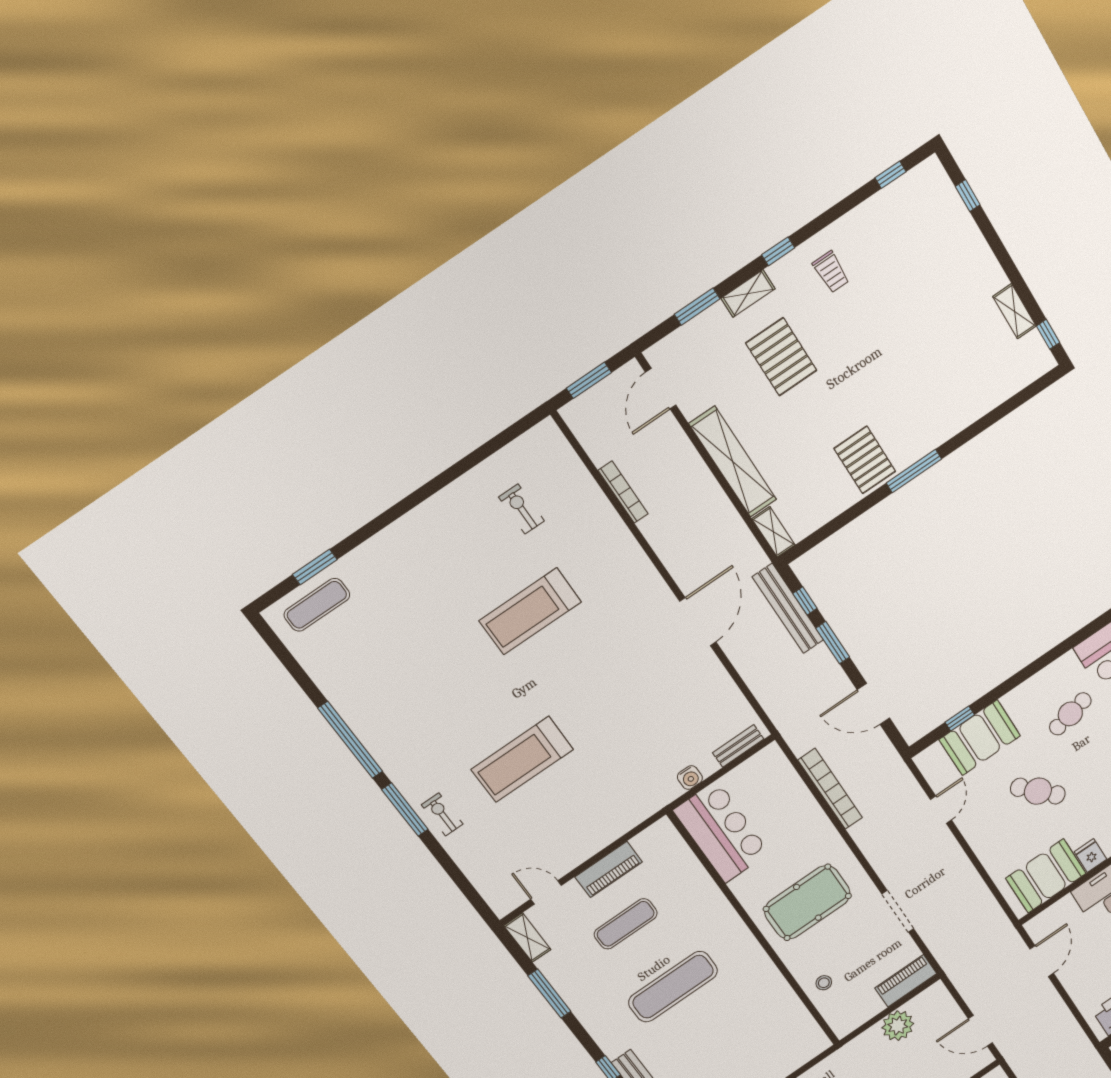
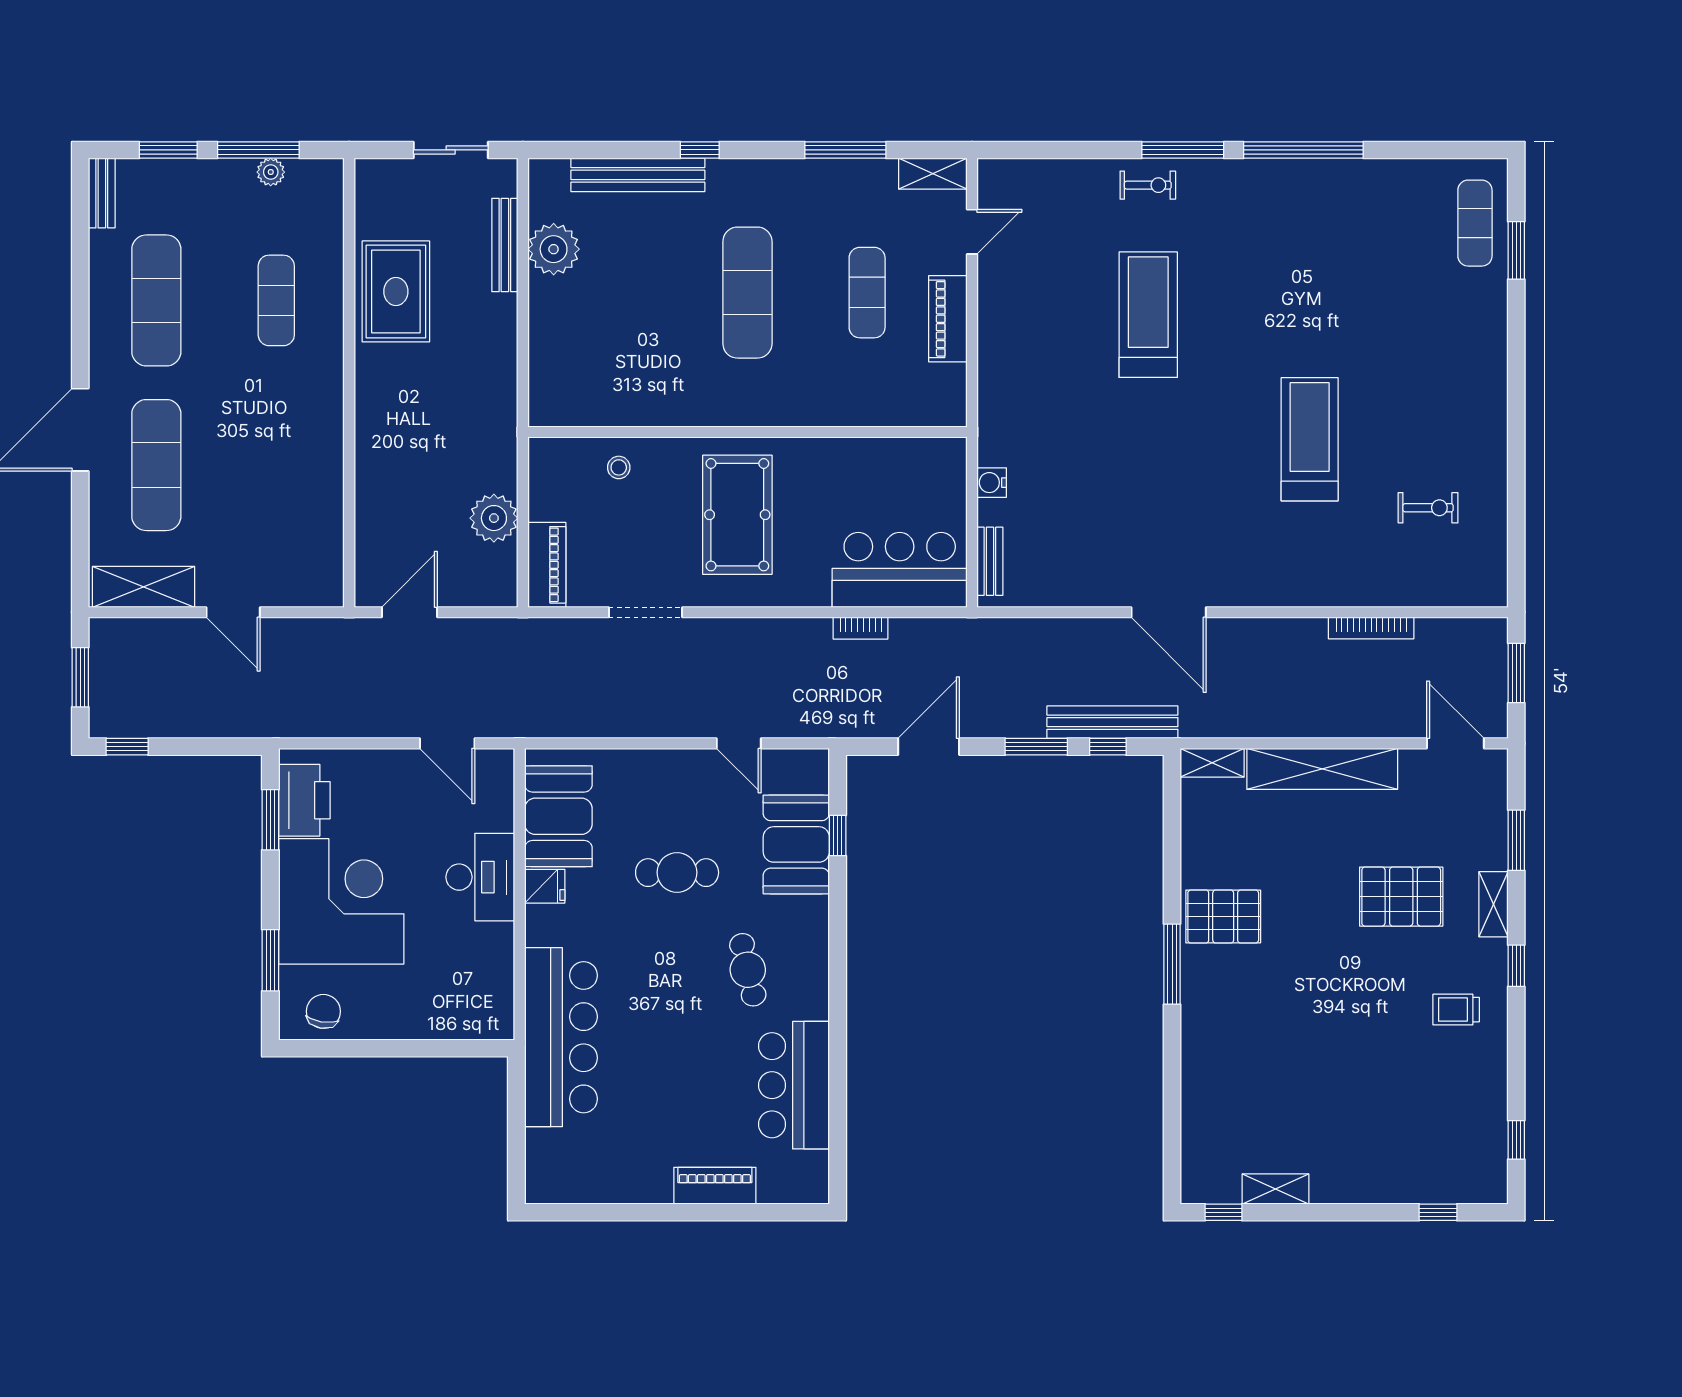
bookcase: (830, 789) -> (861, 628), width x0.43, depth x0.76
cafe table: (1038, 791) -> (677, 873), turned 42
bar counter: (721, 832) -> (900, 570), moved, turned 180

